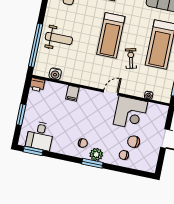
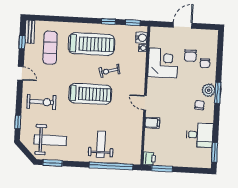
water cooler: (55, 74) -> (142, 38), moved
door: (111, 93) -> (145, 103), moved
window: (21, 115) -> (162, 169), moved
desk: (40, 136) -> (200, 135), moved

